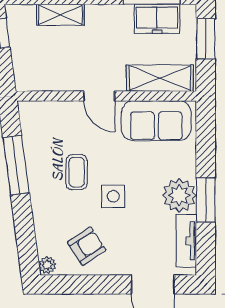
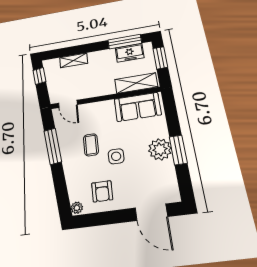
door: (99, 96) -> (68, 104), moved
tv unit: (186, 241) -> (170, 178), removed
armchair: (87, 246) -> (102, 191), turned 123

